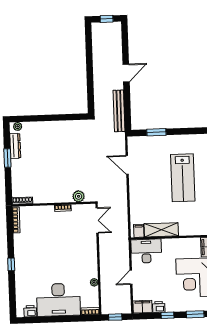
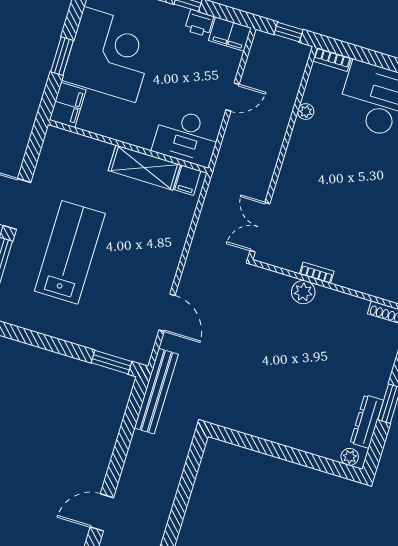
door: (126, 73) -> (102, 512), moved
bench: (119, 111) -> (156, 391), moved
window: (156, 132) -> (111, 362), moved
plant: (79, 196) -> (303, 292), moved

